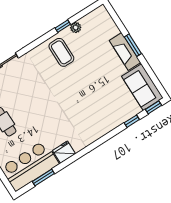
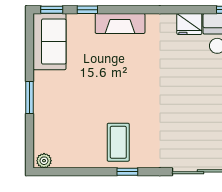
window: (63, 26) -> (127, 172), moved
plant: (76, 28) -> (44, 161), moved
fireplace: (125, 51) -> (120, 23), moved, turned 90

